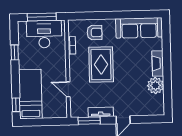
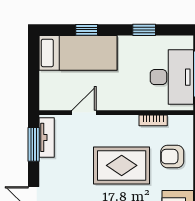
armchair: (95, 32) -> (172, 157), turned 90
window: (16, 105) -> (87, 30), moved
tv unit: (101, 112) -> (47, 137), moved

